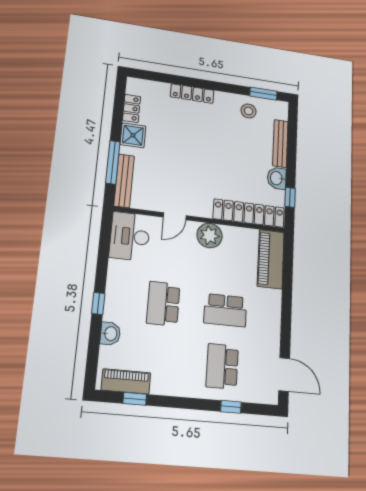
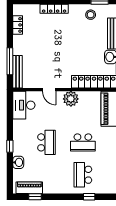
shower: (133, 135) -> (20, 42), removed
door: (175, 216) -> (49, 90), hinge flipped
school desk: (163, 304) -> (46, 142), turned 180

